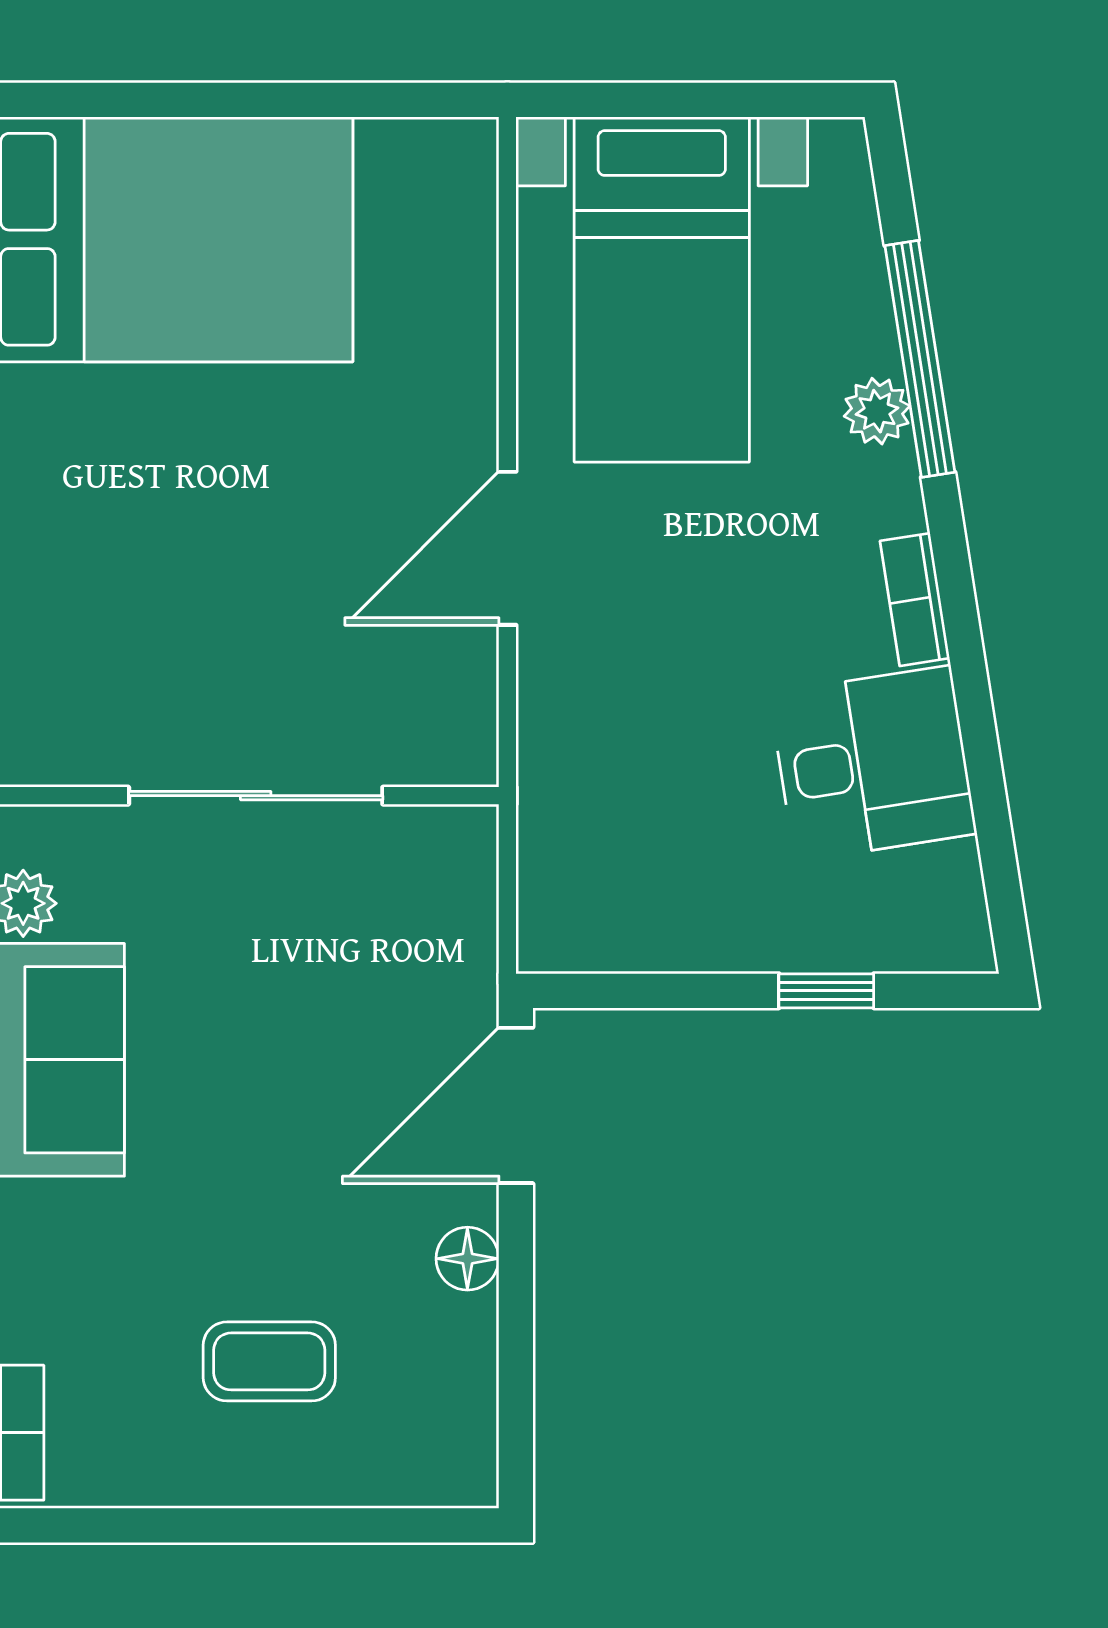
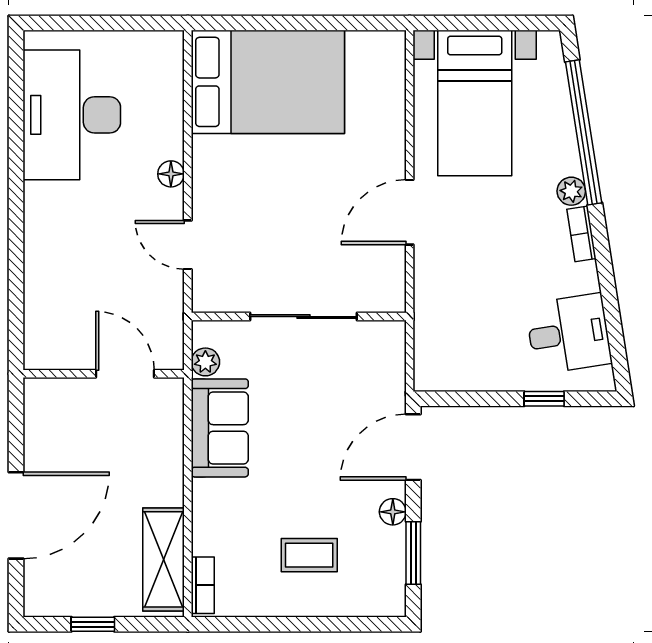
window: (920, 359) -> (584, 132), width x1.46
plant: (877, 411) -> (571, 191), moved
desk: (873, 764) -> (569, 334), moved
window: (516, 1356) -> (413, 553), added

